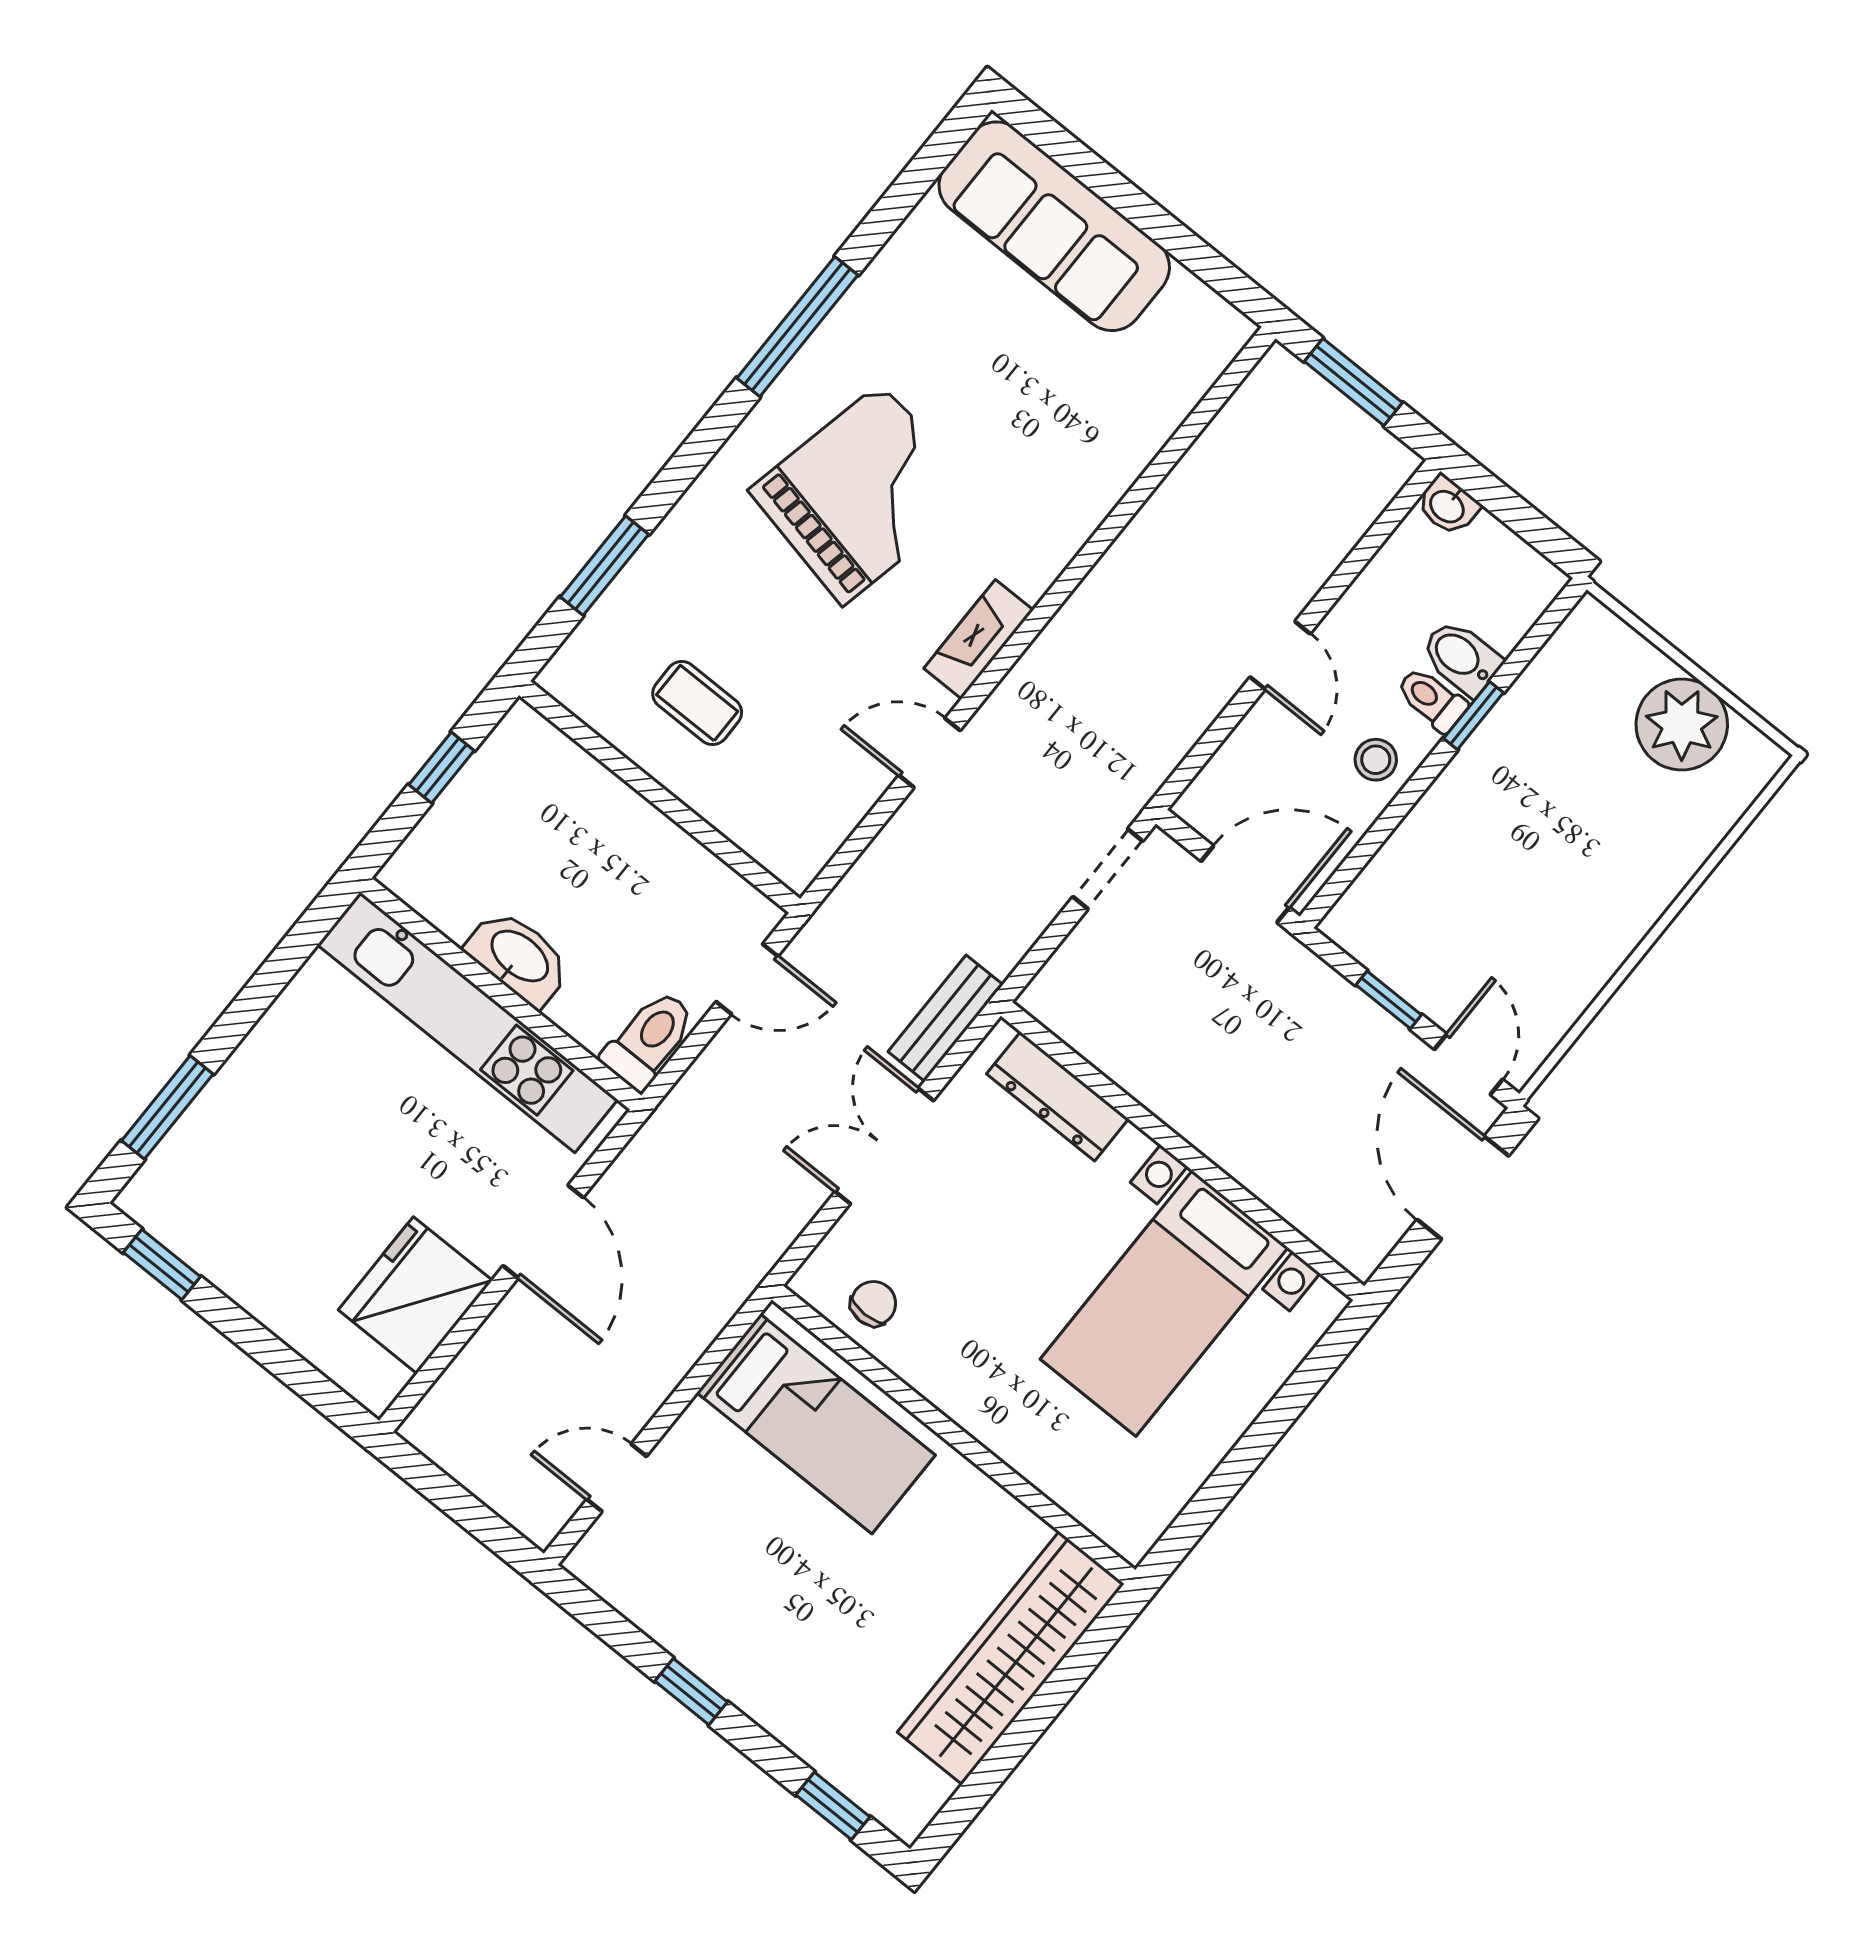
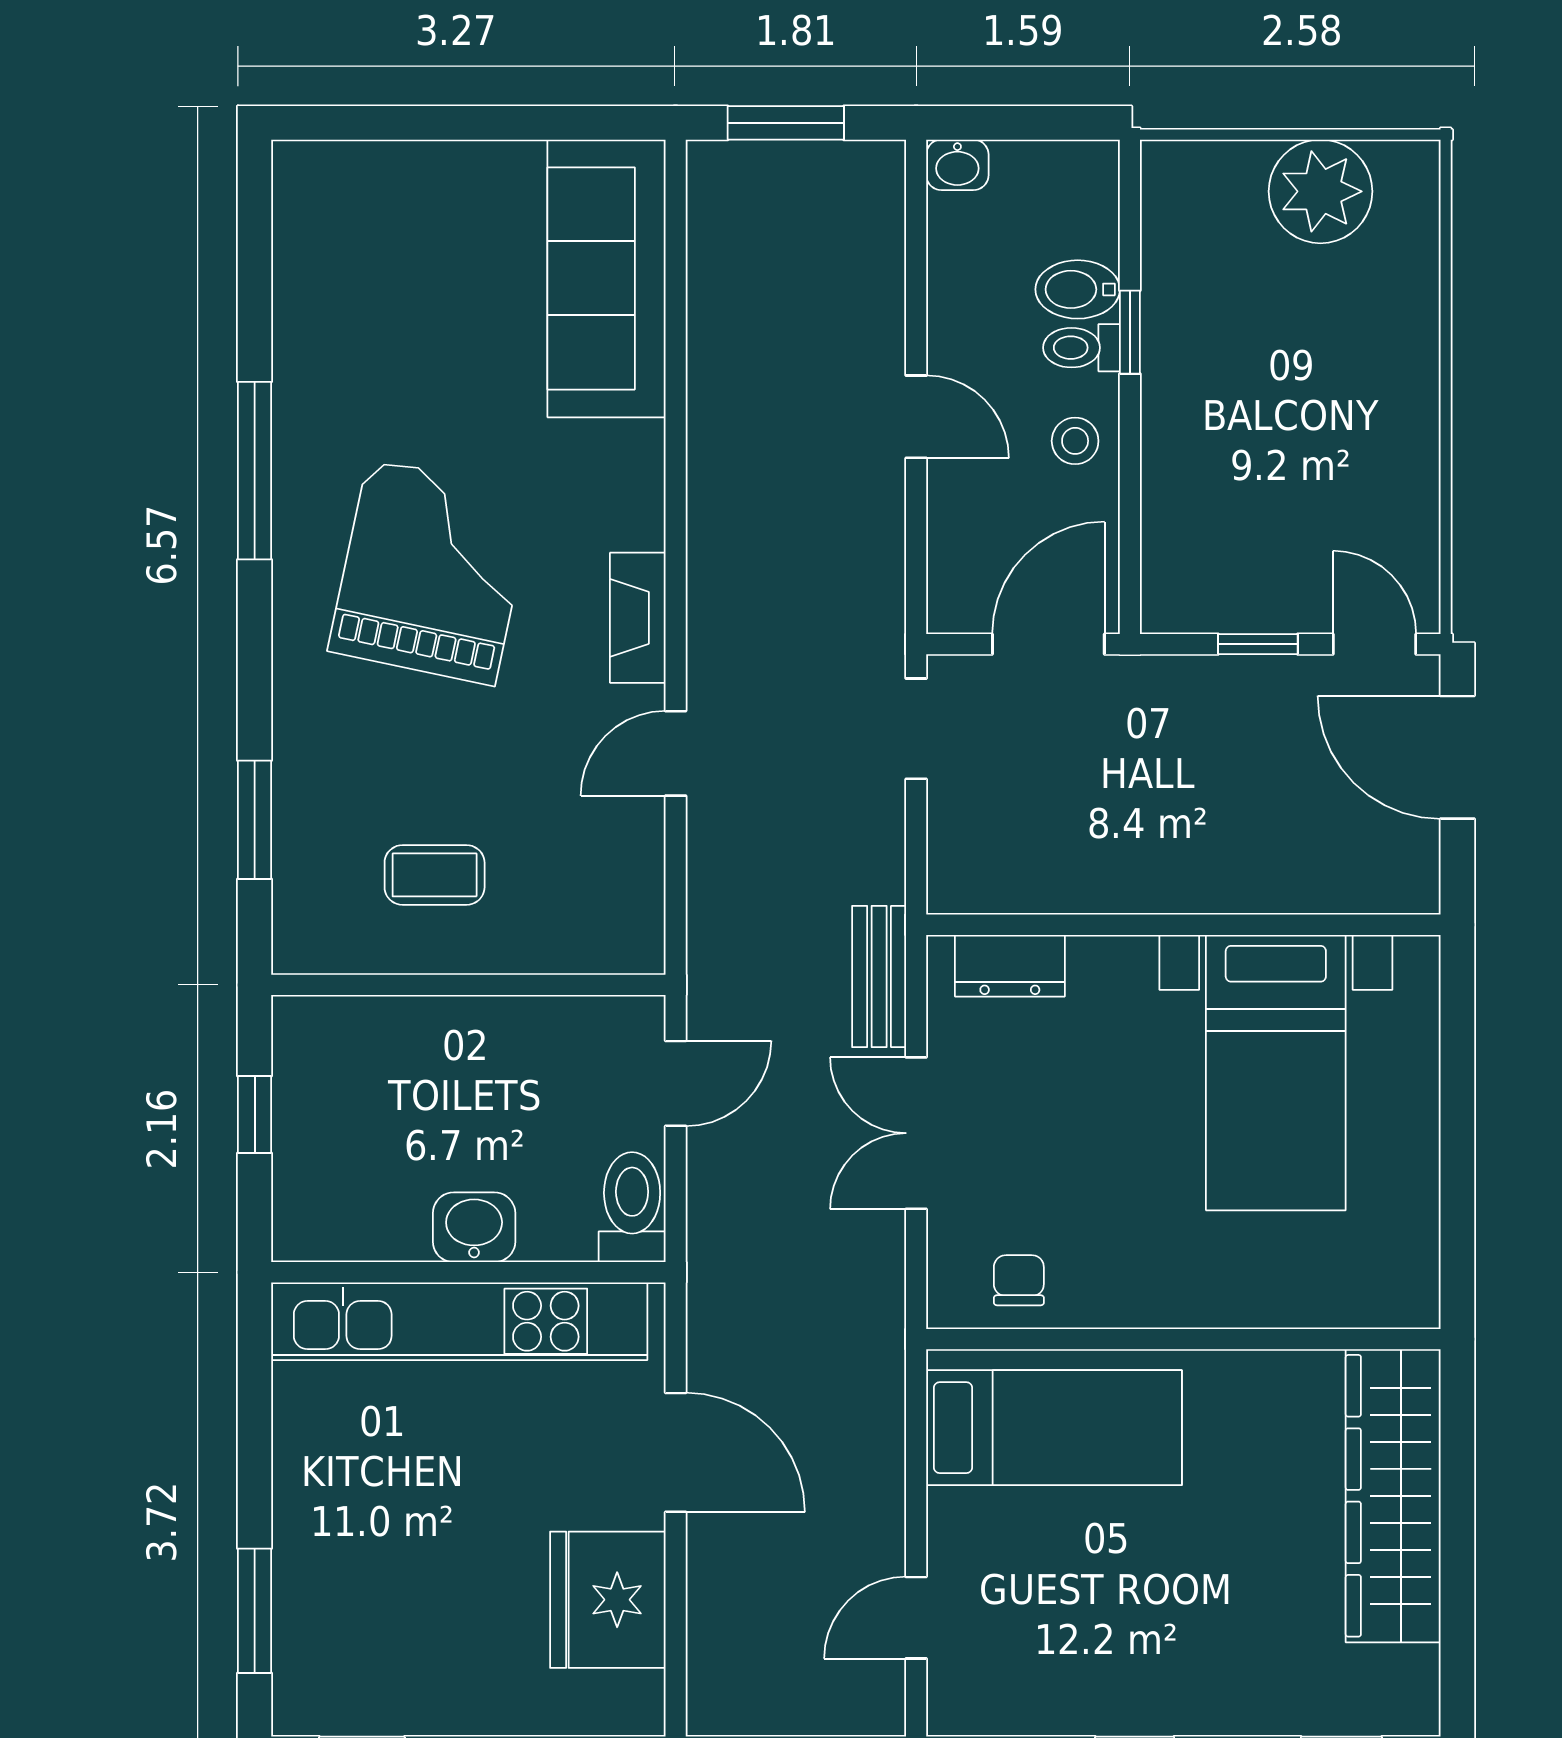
sofa: (1054, 226) -> (607, 278), moved, turned 90
washbasin: (519, 957) -> (474, 1227), width x0.72
dresser: (1058, 1096) -> (1010, 966), width x0.70

